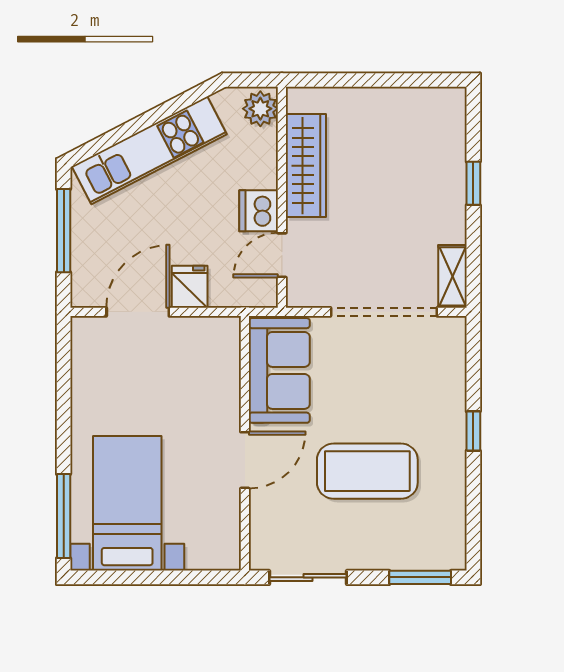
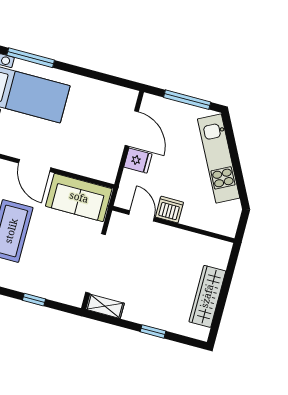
plant: (260, 109) -> (225, 226), removed
wardrobe: (306, 166) -> (207, 296), moved, turned 90
window: (473, 431) -> (34, 300), moved

